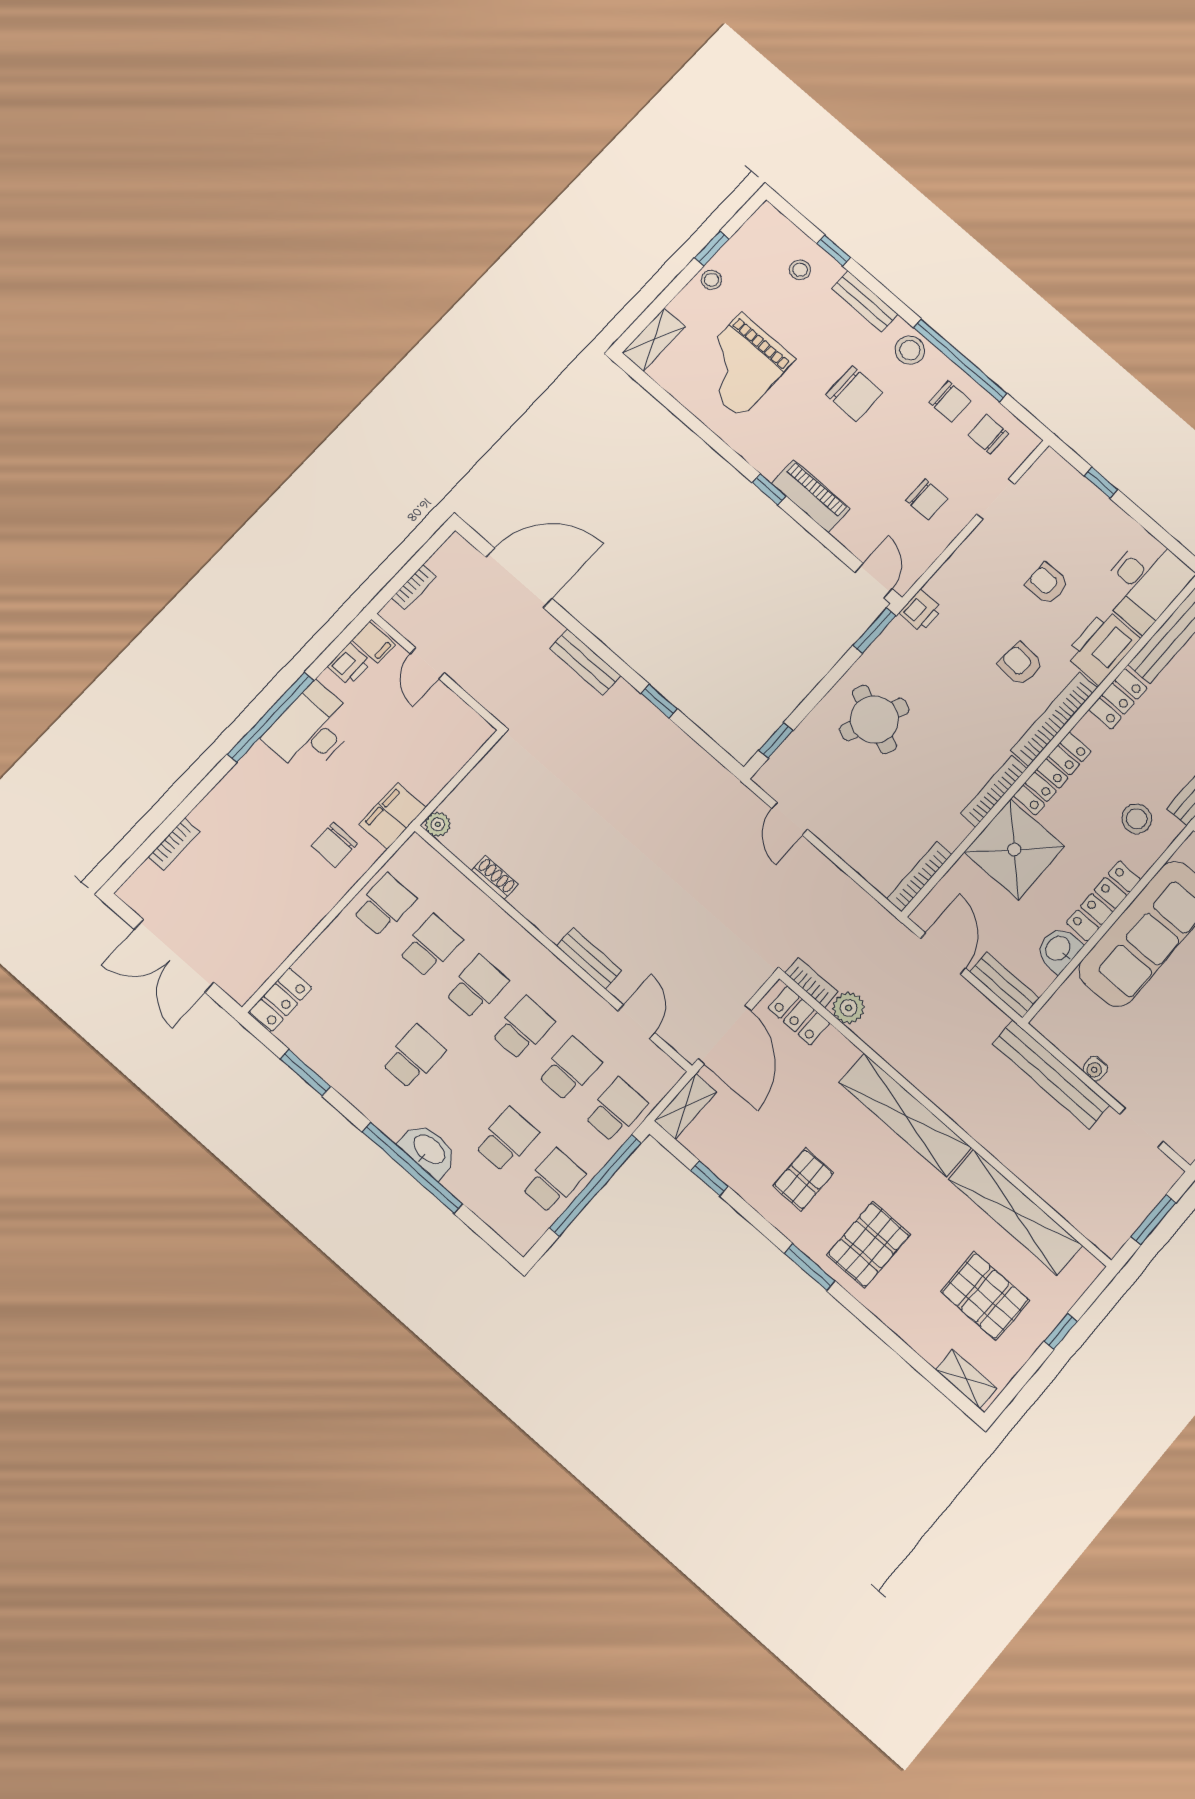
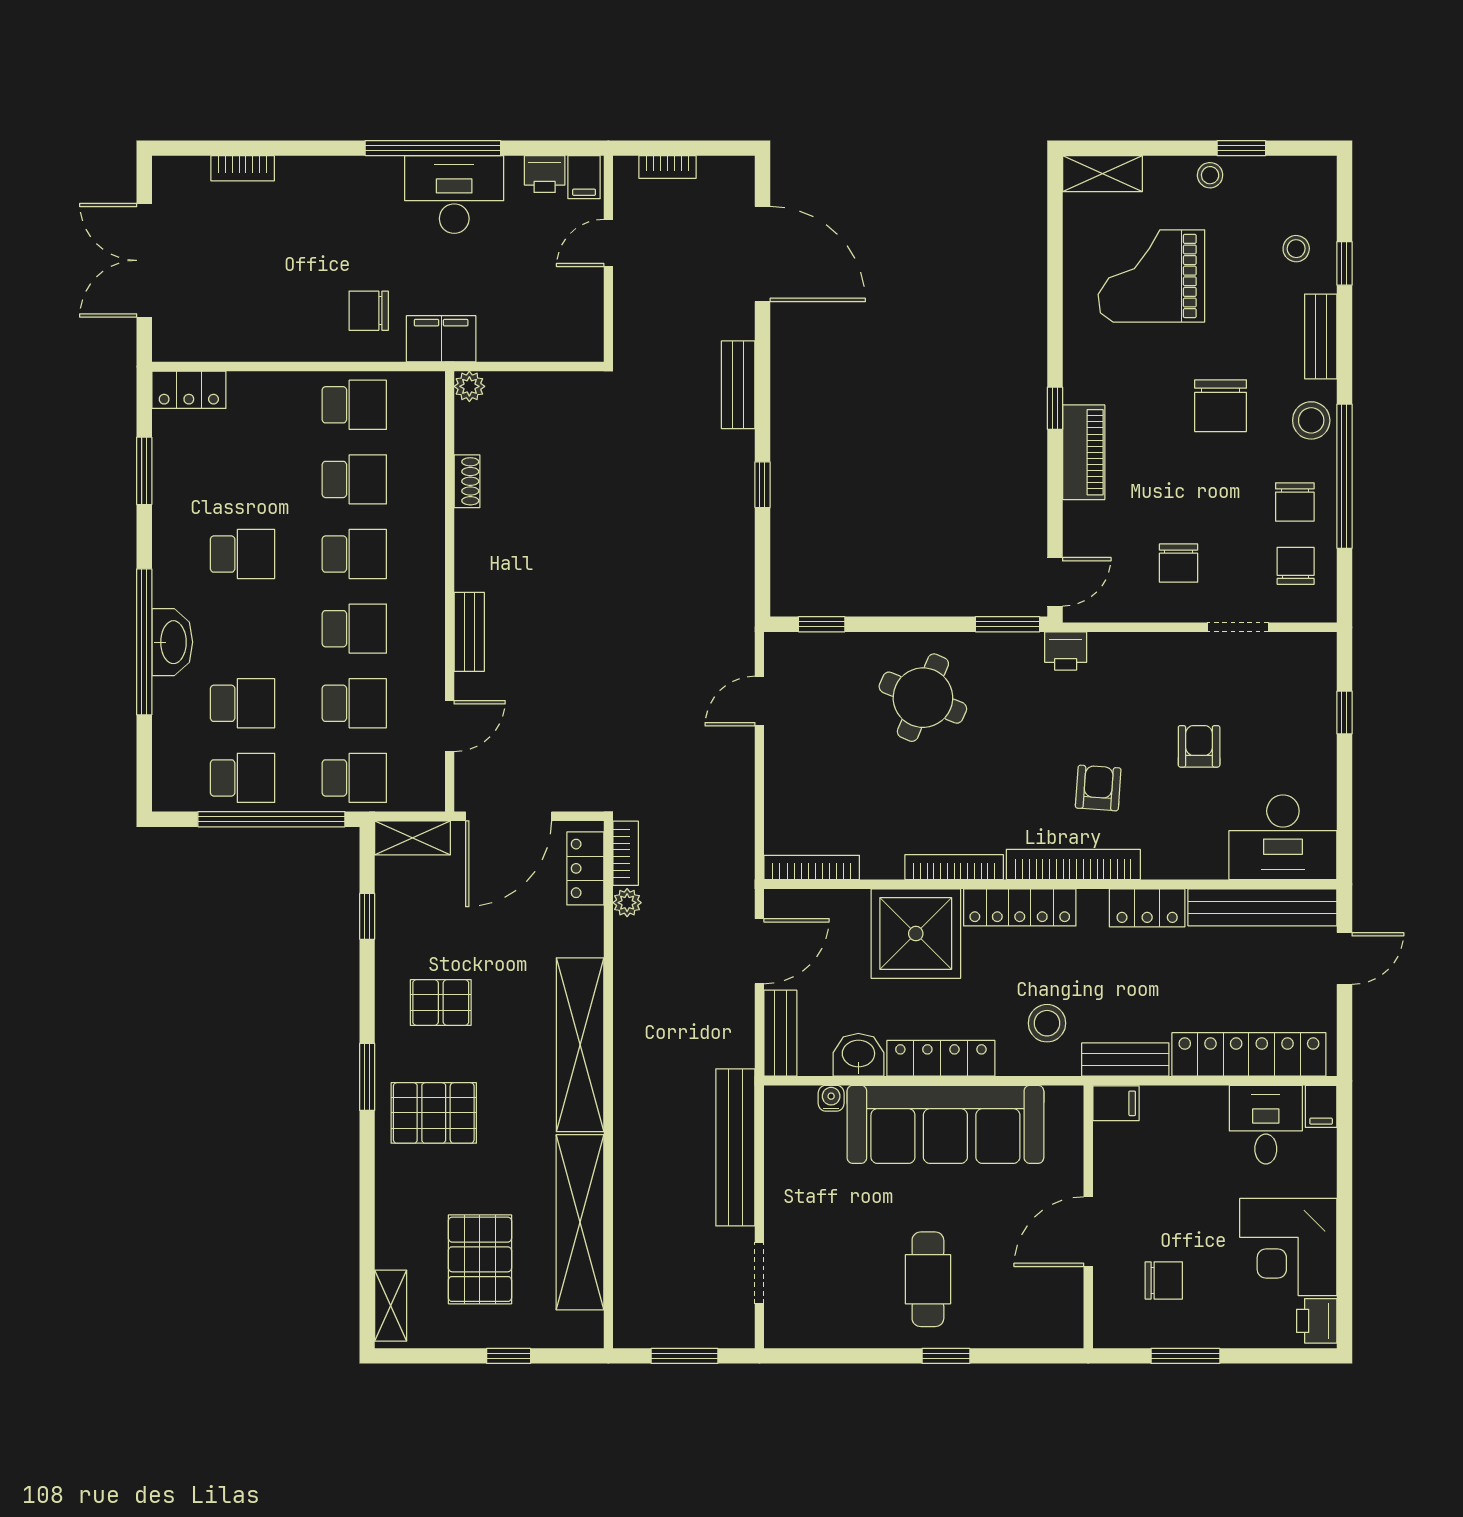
printer: (1102, 647) -> (1184, 850), removed
plant: (849, 1008) -> (627, 903), width x0.73, depth x0.73
water cooler: (1095, 1069) -> (831, 1098), moved, turned 90

